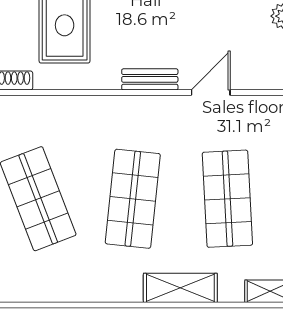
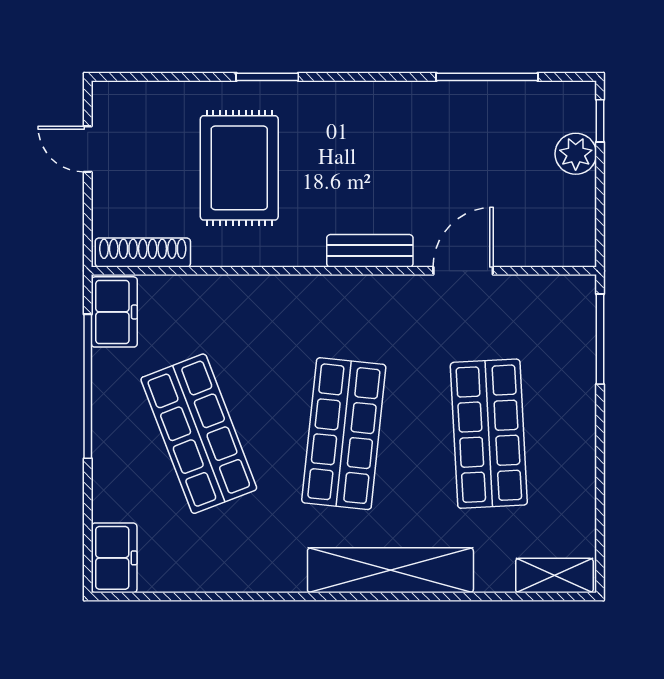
shelving: (180, 288) -> (390, 570), width x1.47

